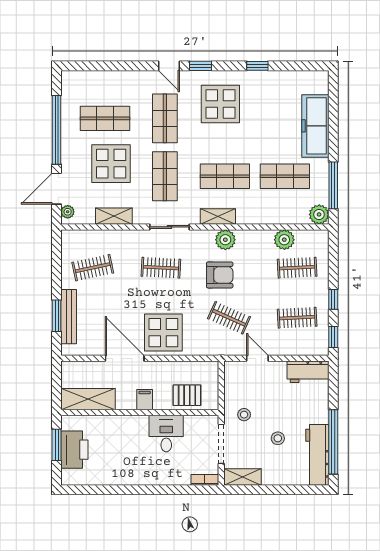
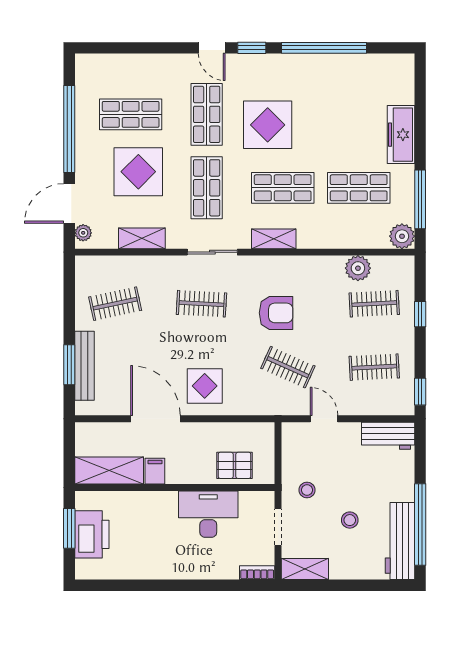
window: (257, 66) -> (324, 48), width x3.17
display table: (220, 104) -> (268, 125), moved
freezer: (315, 126) -> (401, 135), width x0.73, depth x0.79
plant: (225, 240) -> (283, 268), removed
window: (333, 299) -> (420, 314), moved
display table: (163, 333) -> (205, 386), width x0.73, depth x0.73
filing cabinet: (145, 400) -> (155, 471), moved
desk: (166, 434) -> (208, 514), width x1.37
doorway: (221, 444) -> (278, 527), width x0.73

